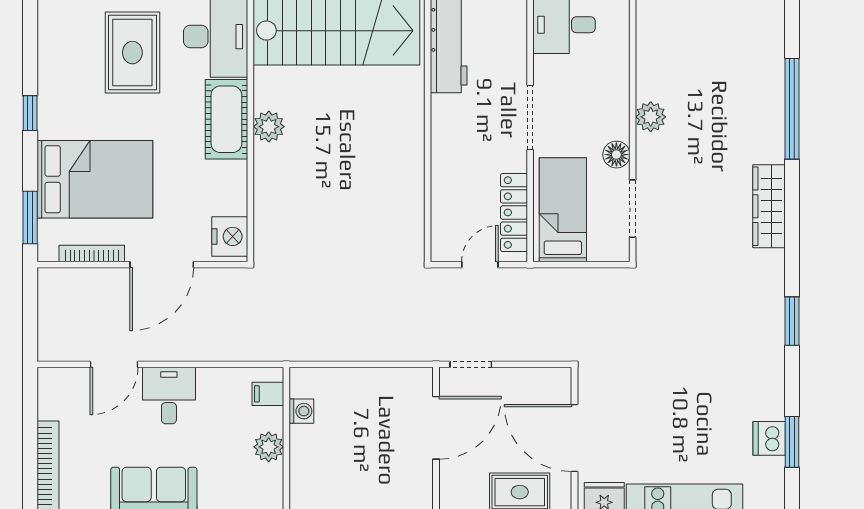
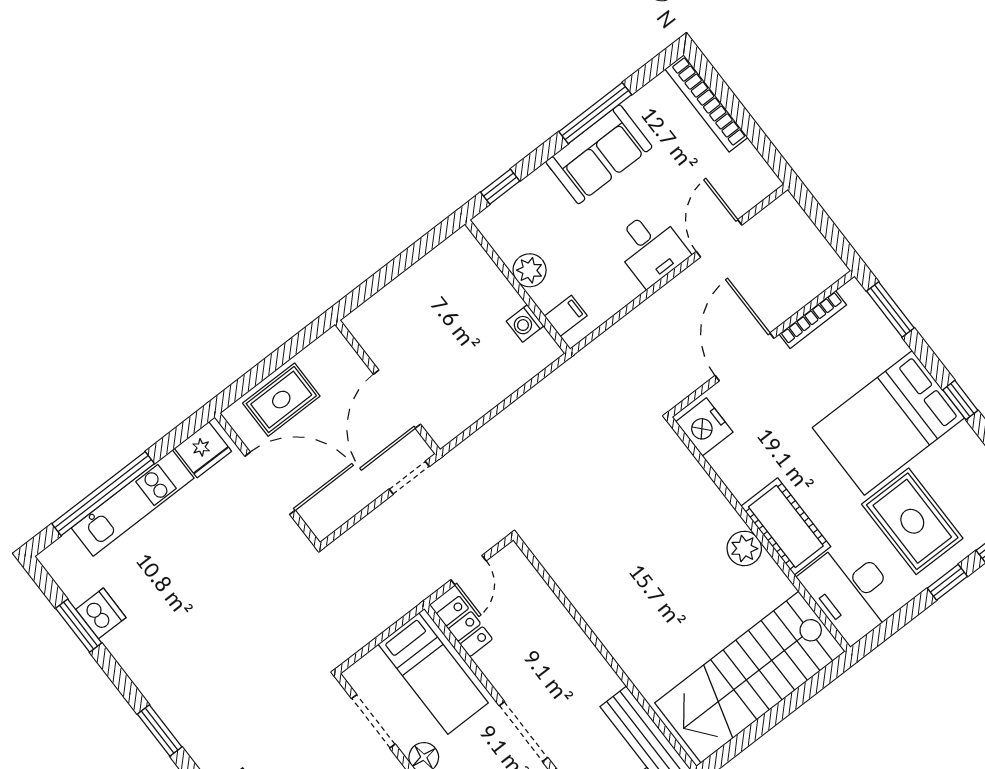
bed: (95, 179) -> (888, 423), moved
locker: (514, 212) -> (464, 626), width x0.66

